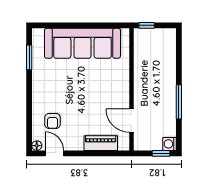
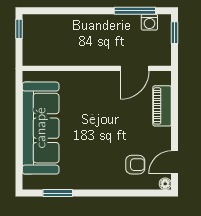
window: (147, 25) -> (19, 29), moved
window: (179, 102) -> (135, 11), moved
washing machine: (170, 144) -> (149, 22), moved

